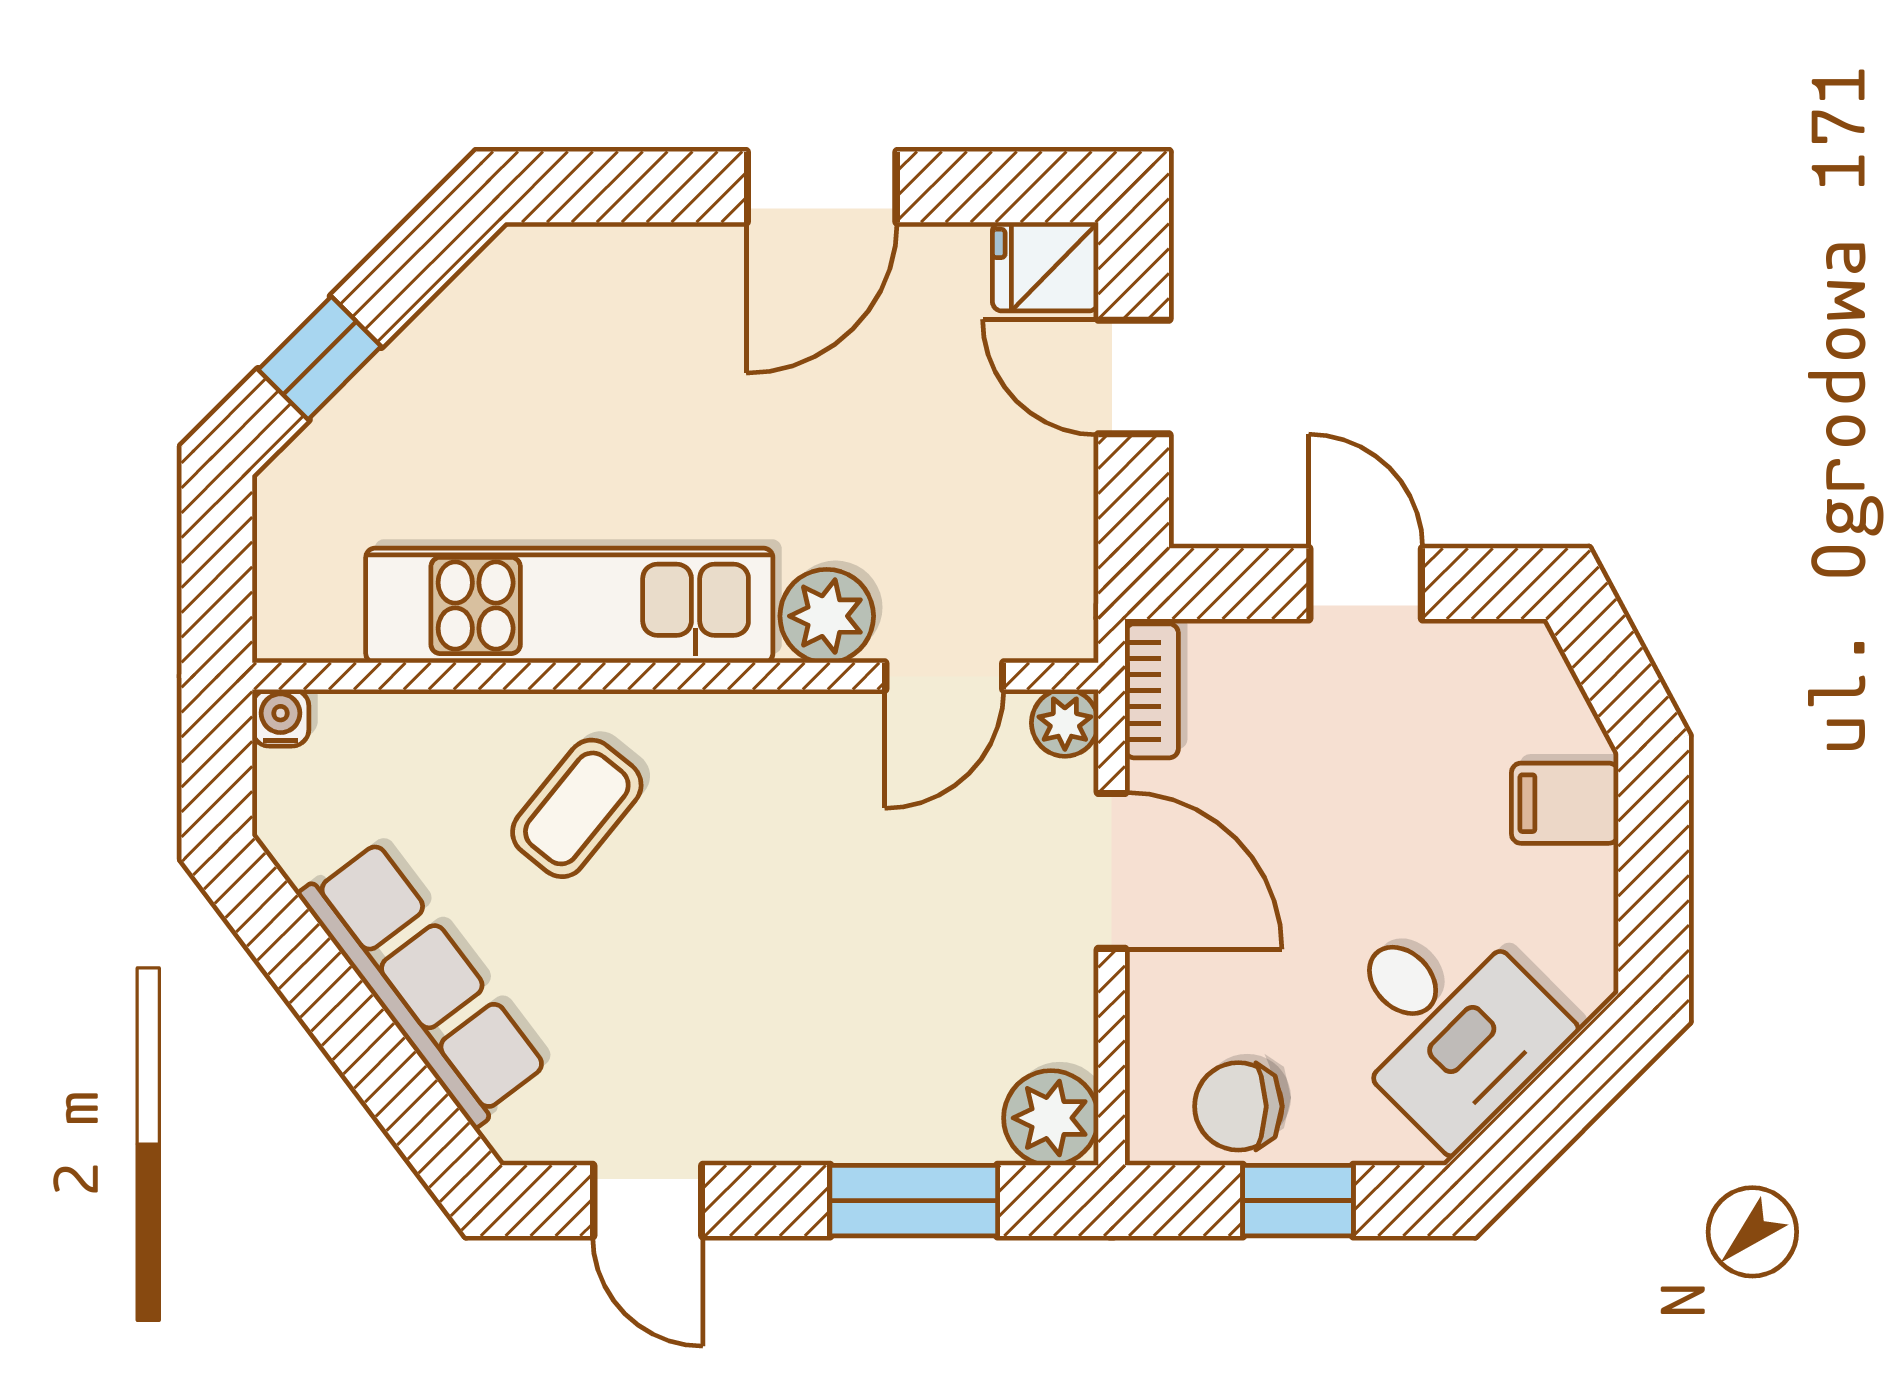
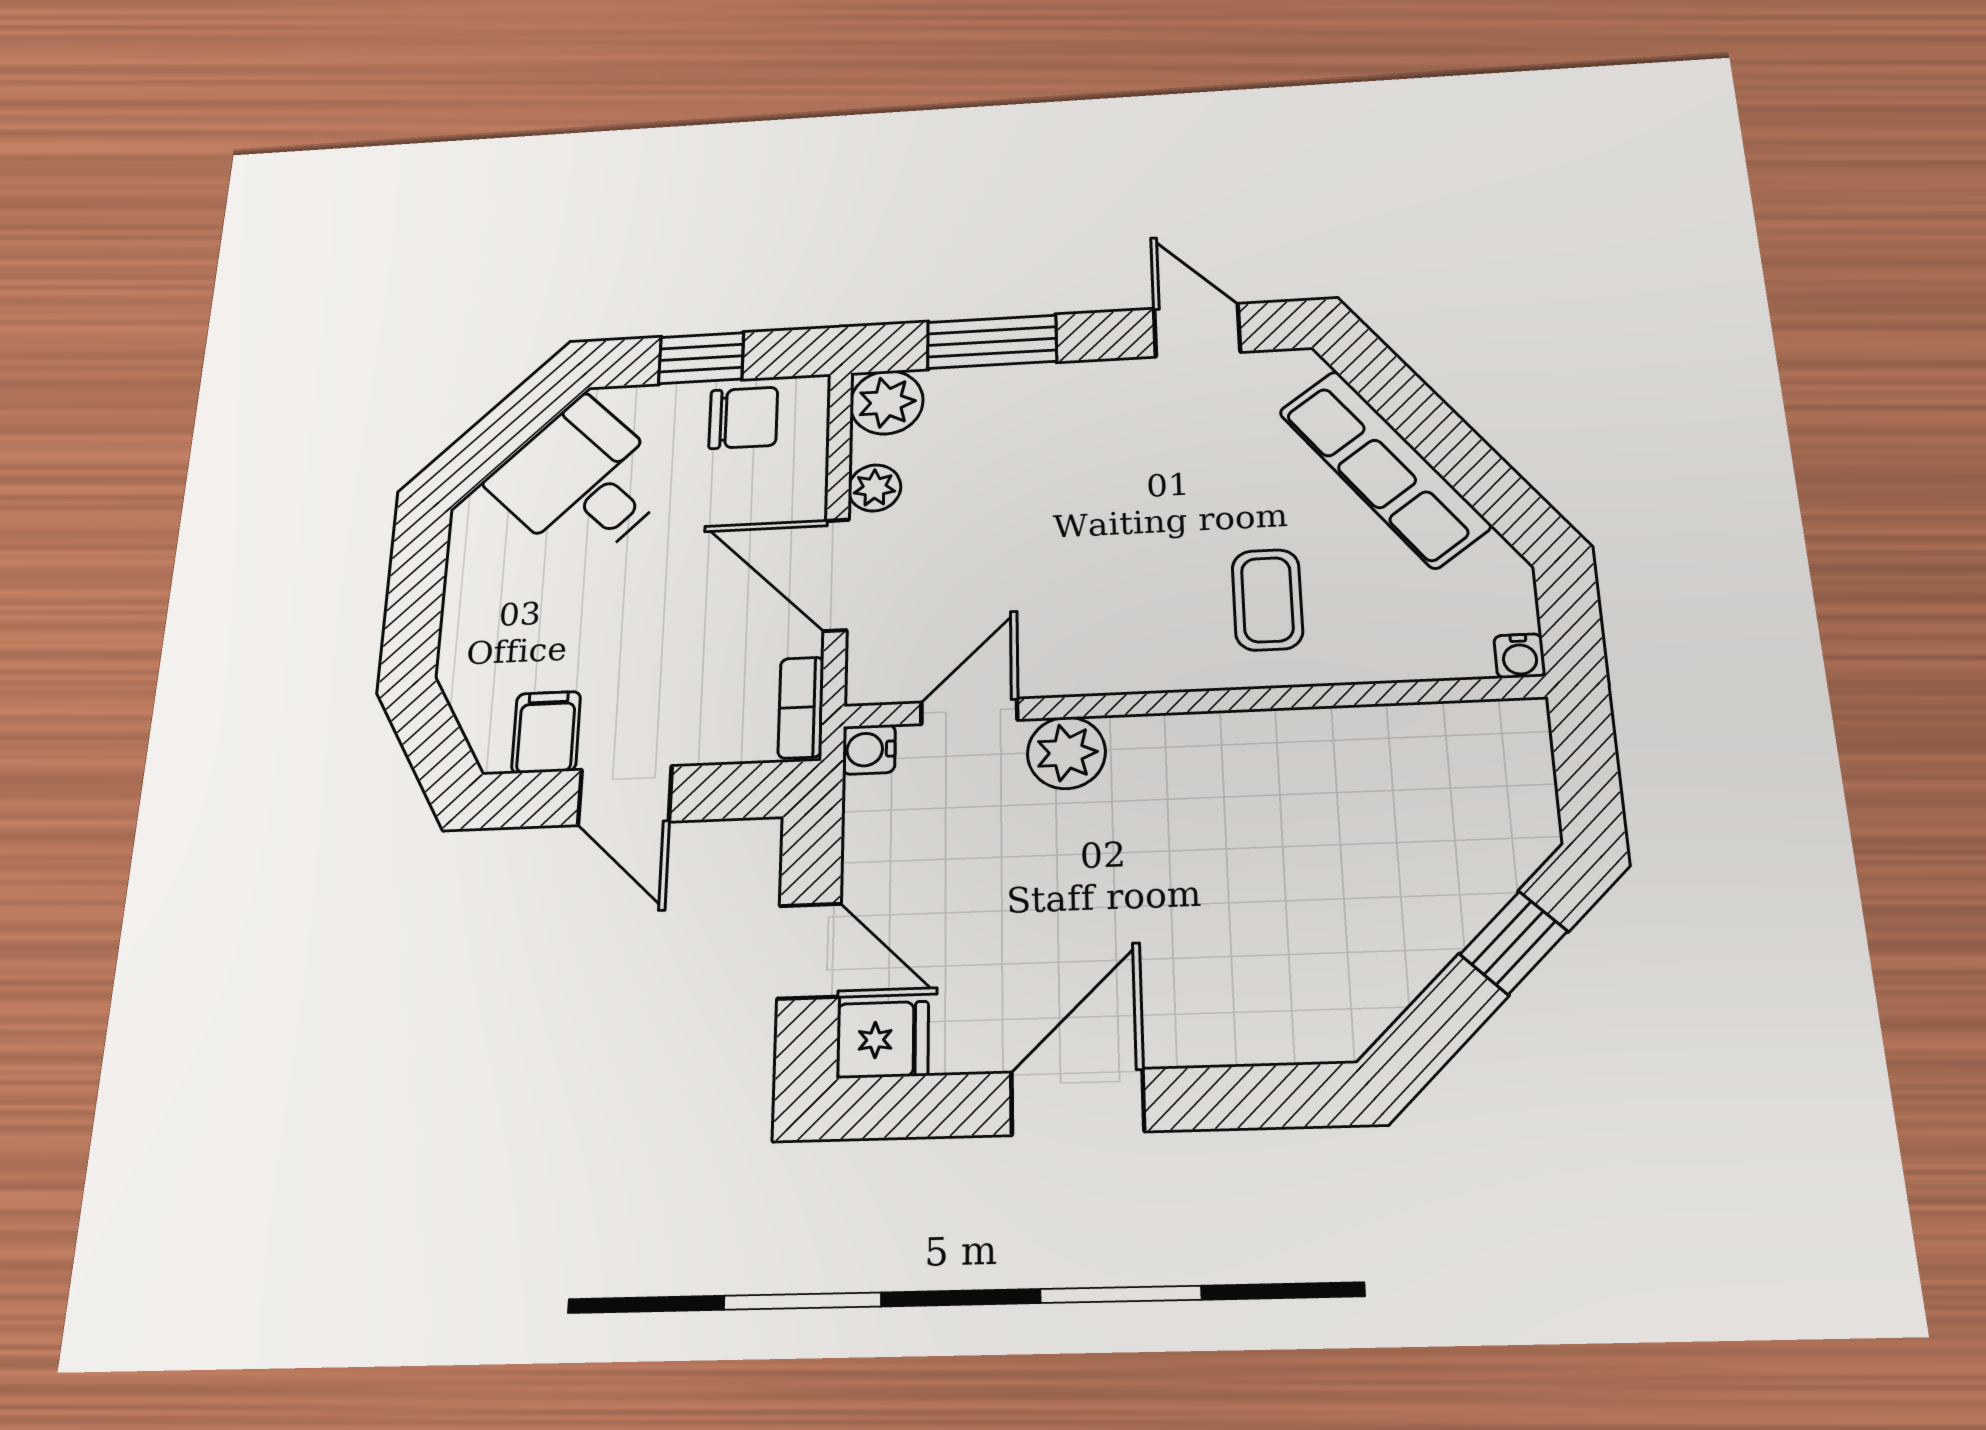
kitchen unit: (569, 605) -> (1282, 752), removed
water cooler: (1067, 631) -> (869, 749), added
plant: (1065, 723) -> (875, 488), moved
filing cabinet: (1565, 803) -> (546, 732), moved, turned -90
coffee table: (577, 808) -> (1267, 600), turned -39

